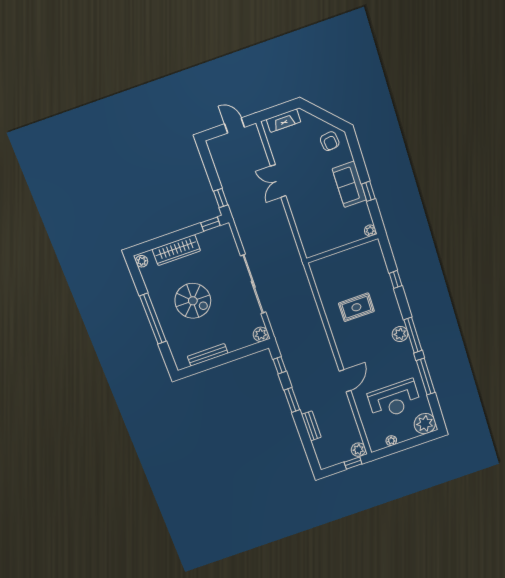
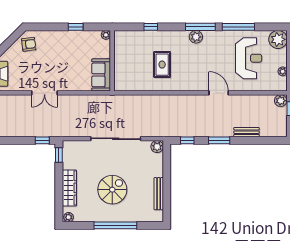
sofa: (349, 184) -> (101, 75), moved, turned 90

